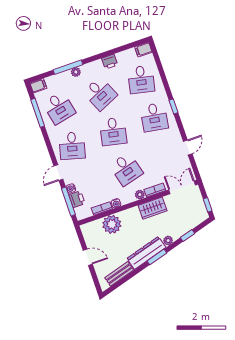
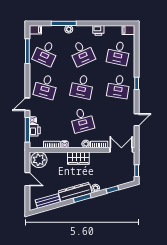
desk: (59, 108) -> (46, 53), turned 36
wardrobe: (153, 208) -> (78, 158), moved
plant: (112, 224) -> (39, 160), moved

